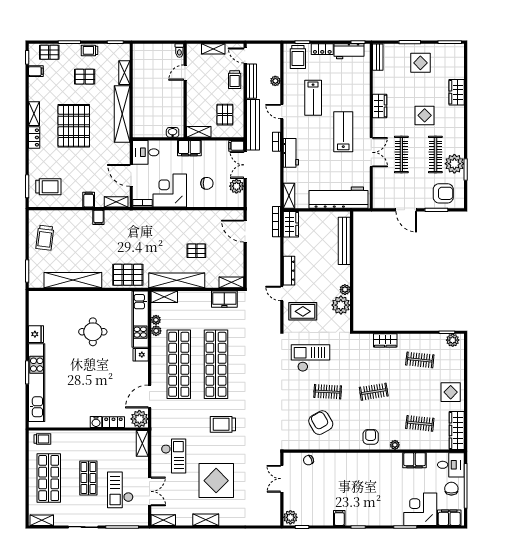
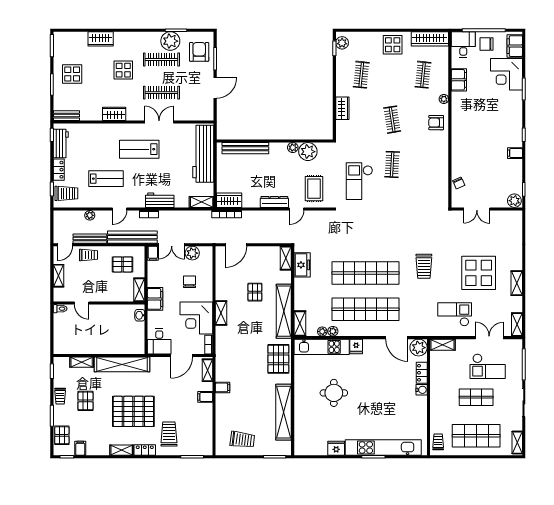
trolley: (48, 187) -> (169, 434), moved
shelving: (175, 216) -> (221, 313), added
armchair: (321, 423) -> (422, 171), removed

